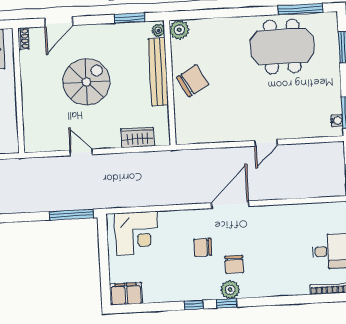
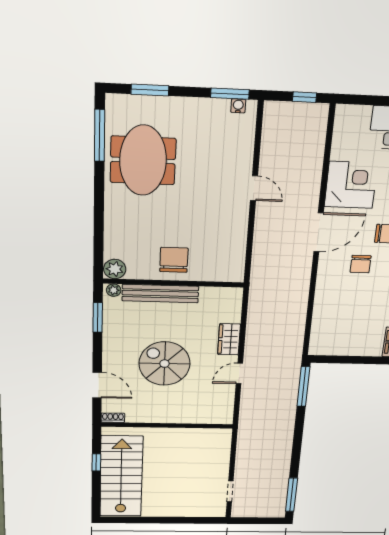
chair: (193, 81) -> (174, 260), turned 30
wardrobe: (138, 137) -> (229, 339), moved
door: (230, 205) -> (319, 232), swing flipped
corner desk: (137, 233) -> (351, 185), moved

